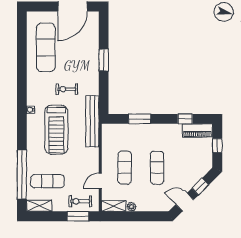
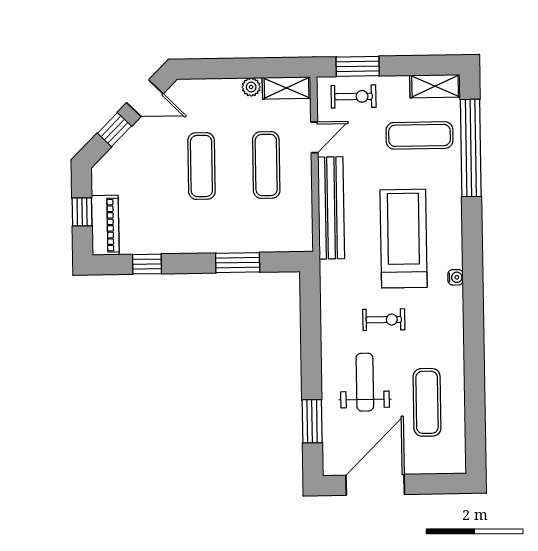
exercise mat: (46, 47) -> (427, 402), width x0.73, depth x0.69
weight bench: (77, 58) -> (365, 382), added
window: (104, 60) -> (312, 421), moved
bench: (92, 121) -> (331, 208), moved
piano: (197, 130) -> (105, 225), moved, turned 90

